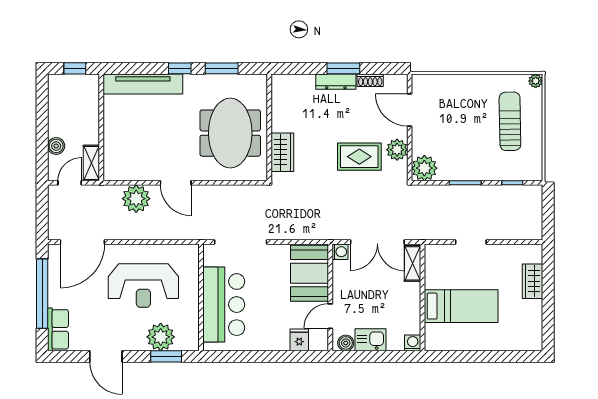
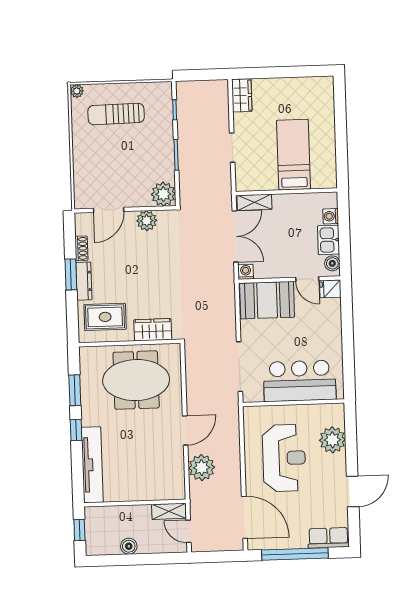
boiler: (56, 146) -> (129, 546), moved
rug: (359, 157) -> (105, 317), moved, turned 90
wardrobe: (532, 281) -> (242, 95), moved, turned -90
fridge: (299, 340) -> (330, 289), moved
washing machine: (413, 343) -> (331, 216), moved
window: (166, 356) -> (351, 434), removed

